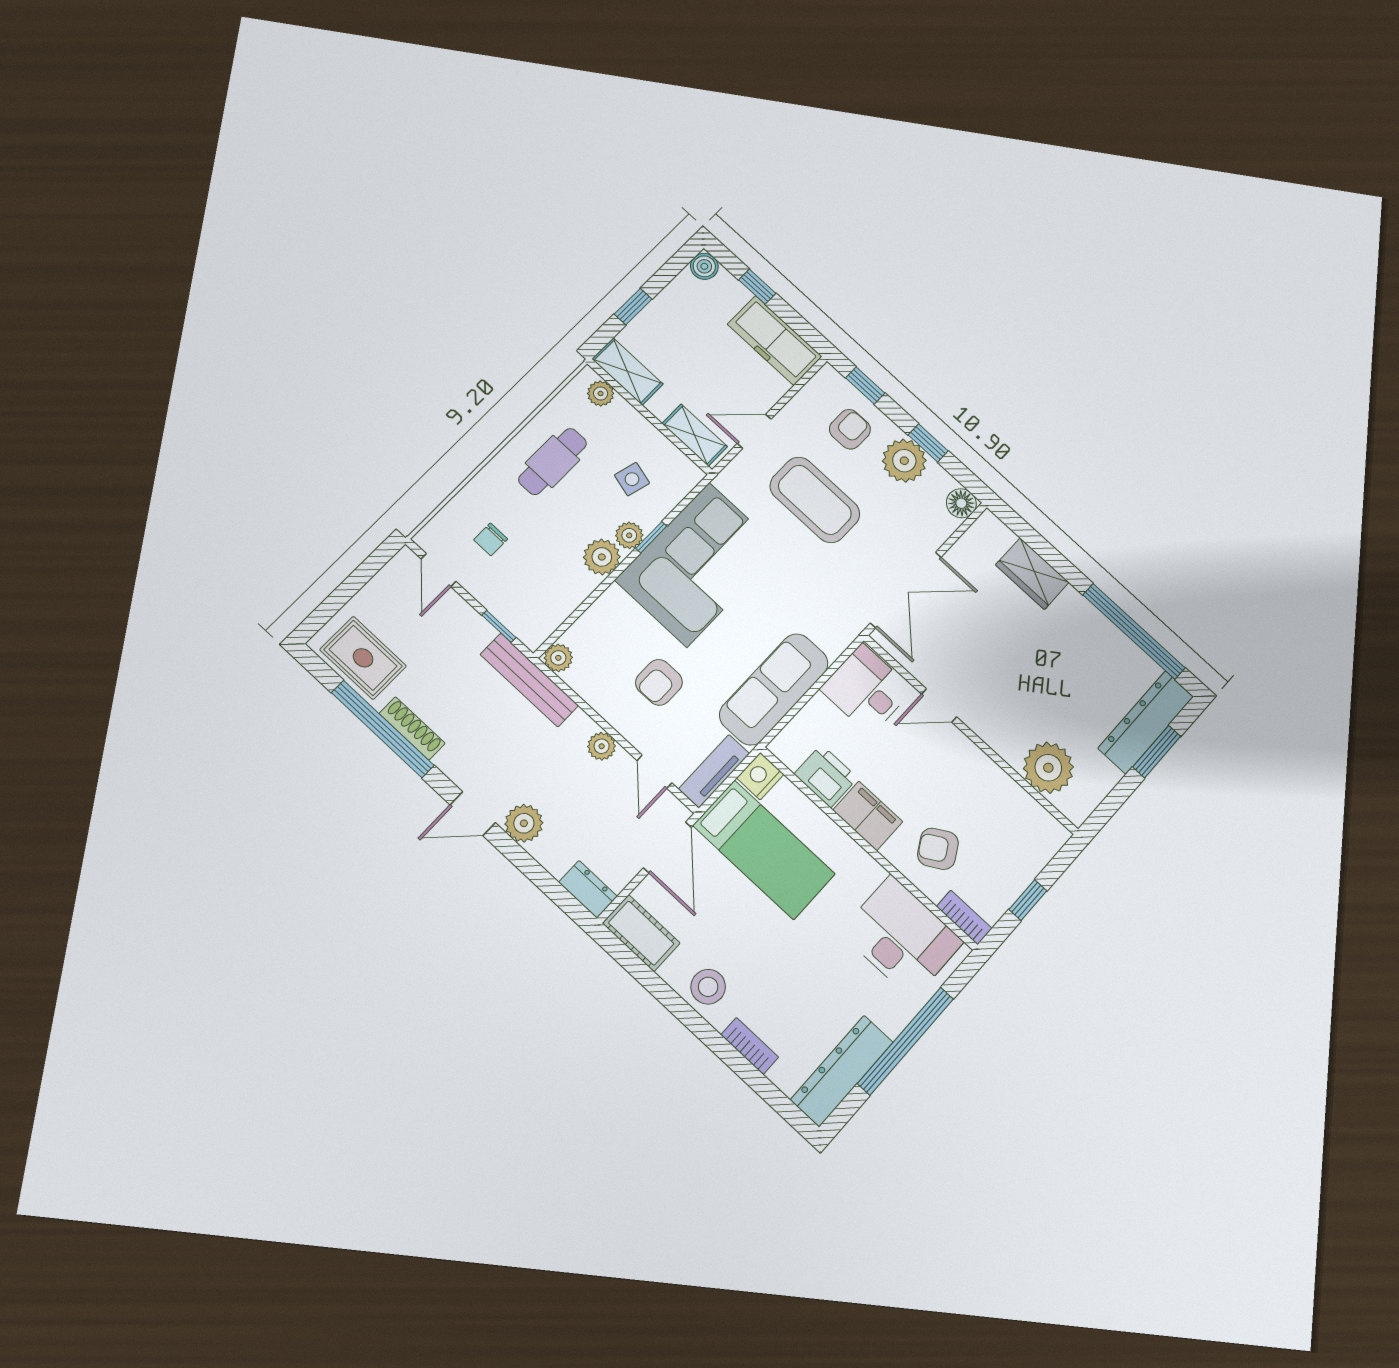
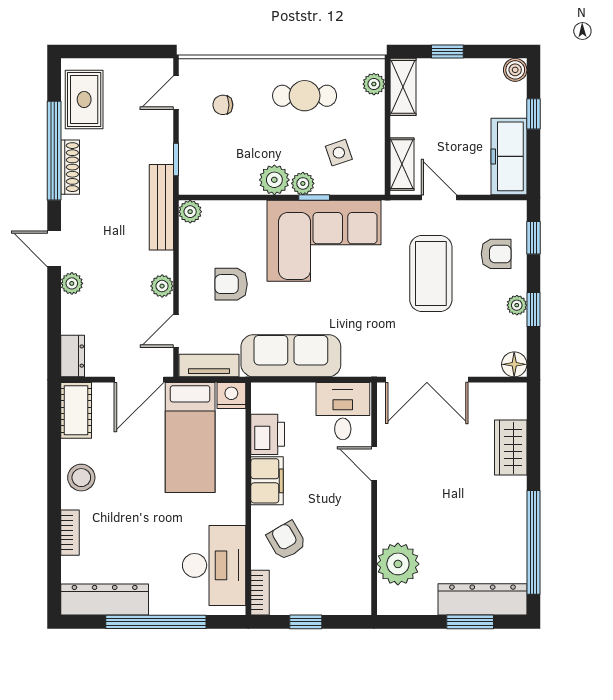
plant: (904, 461) -> (517, 305), width x0.53, depth x0.53
side table: (632, 479) -> (339, 153), turned -34
plant: (524, 823) -> (72, 283), width x0.73, depth x0.73

